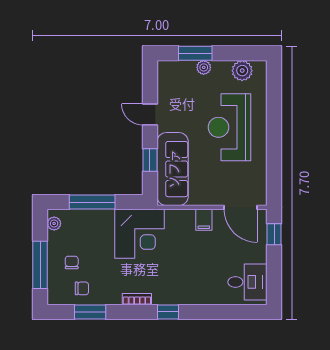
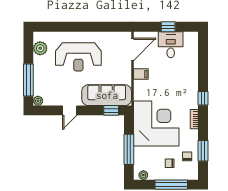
window: (195, 53) -> (28, 80), width x1.44
plant: (204, 67) -> (38, 101), moved
window: (150, 160) -> (111, 110), moved
corner desk: (139, 234) -> (156, 123), width x1.36, depth x1.36
window: (274, 234) -> (168, 27), moved
desk: (247, 282) -> (171, 45), moved

